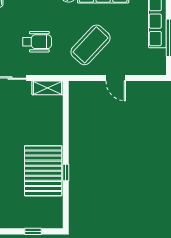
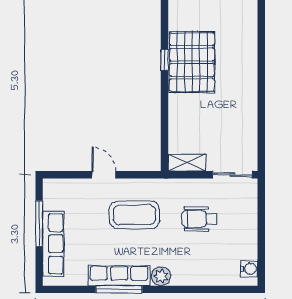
coffee table: (91, 45) -> (134, 215), turned 47

